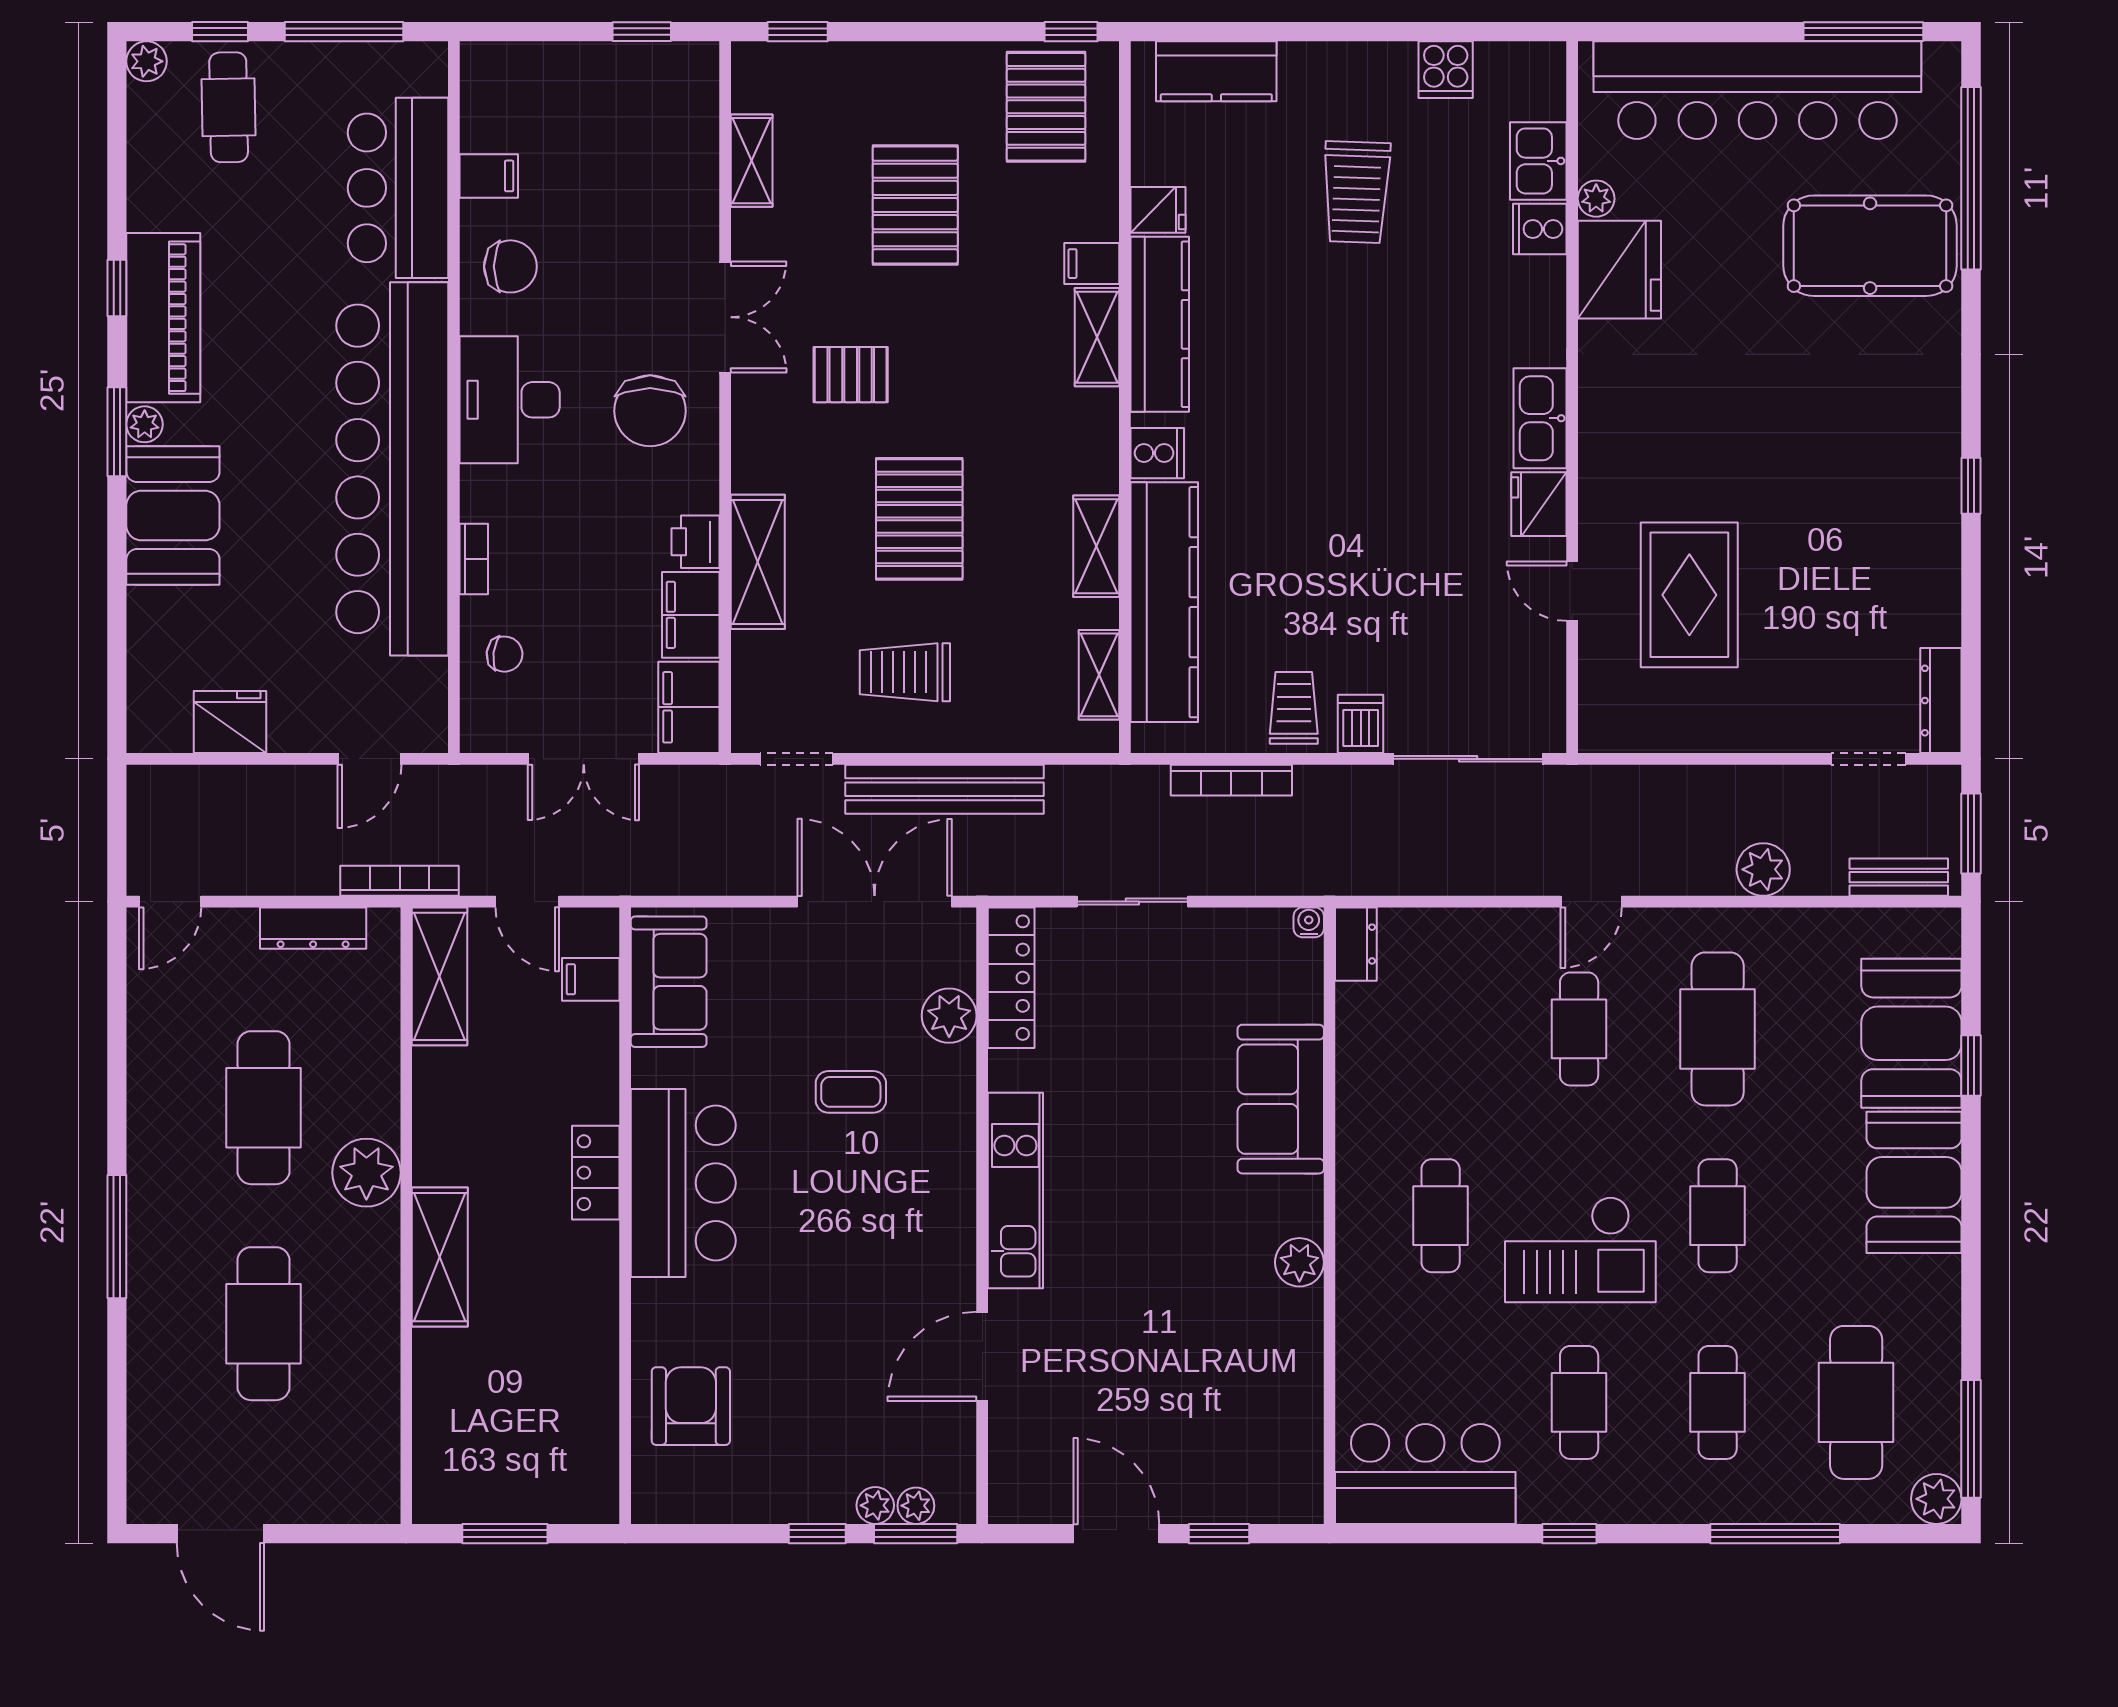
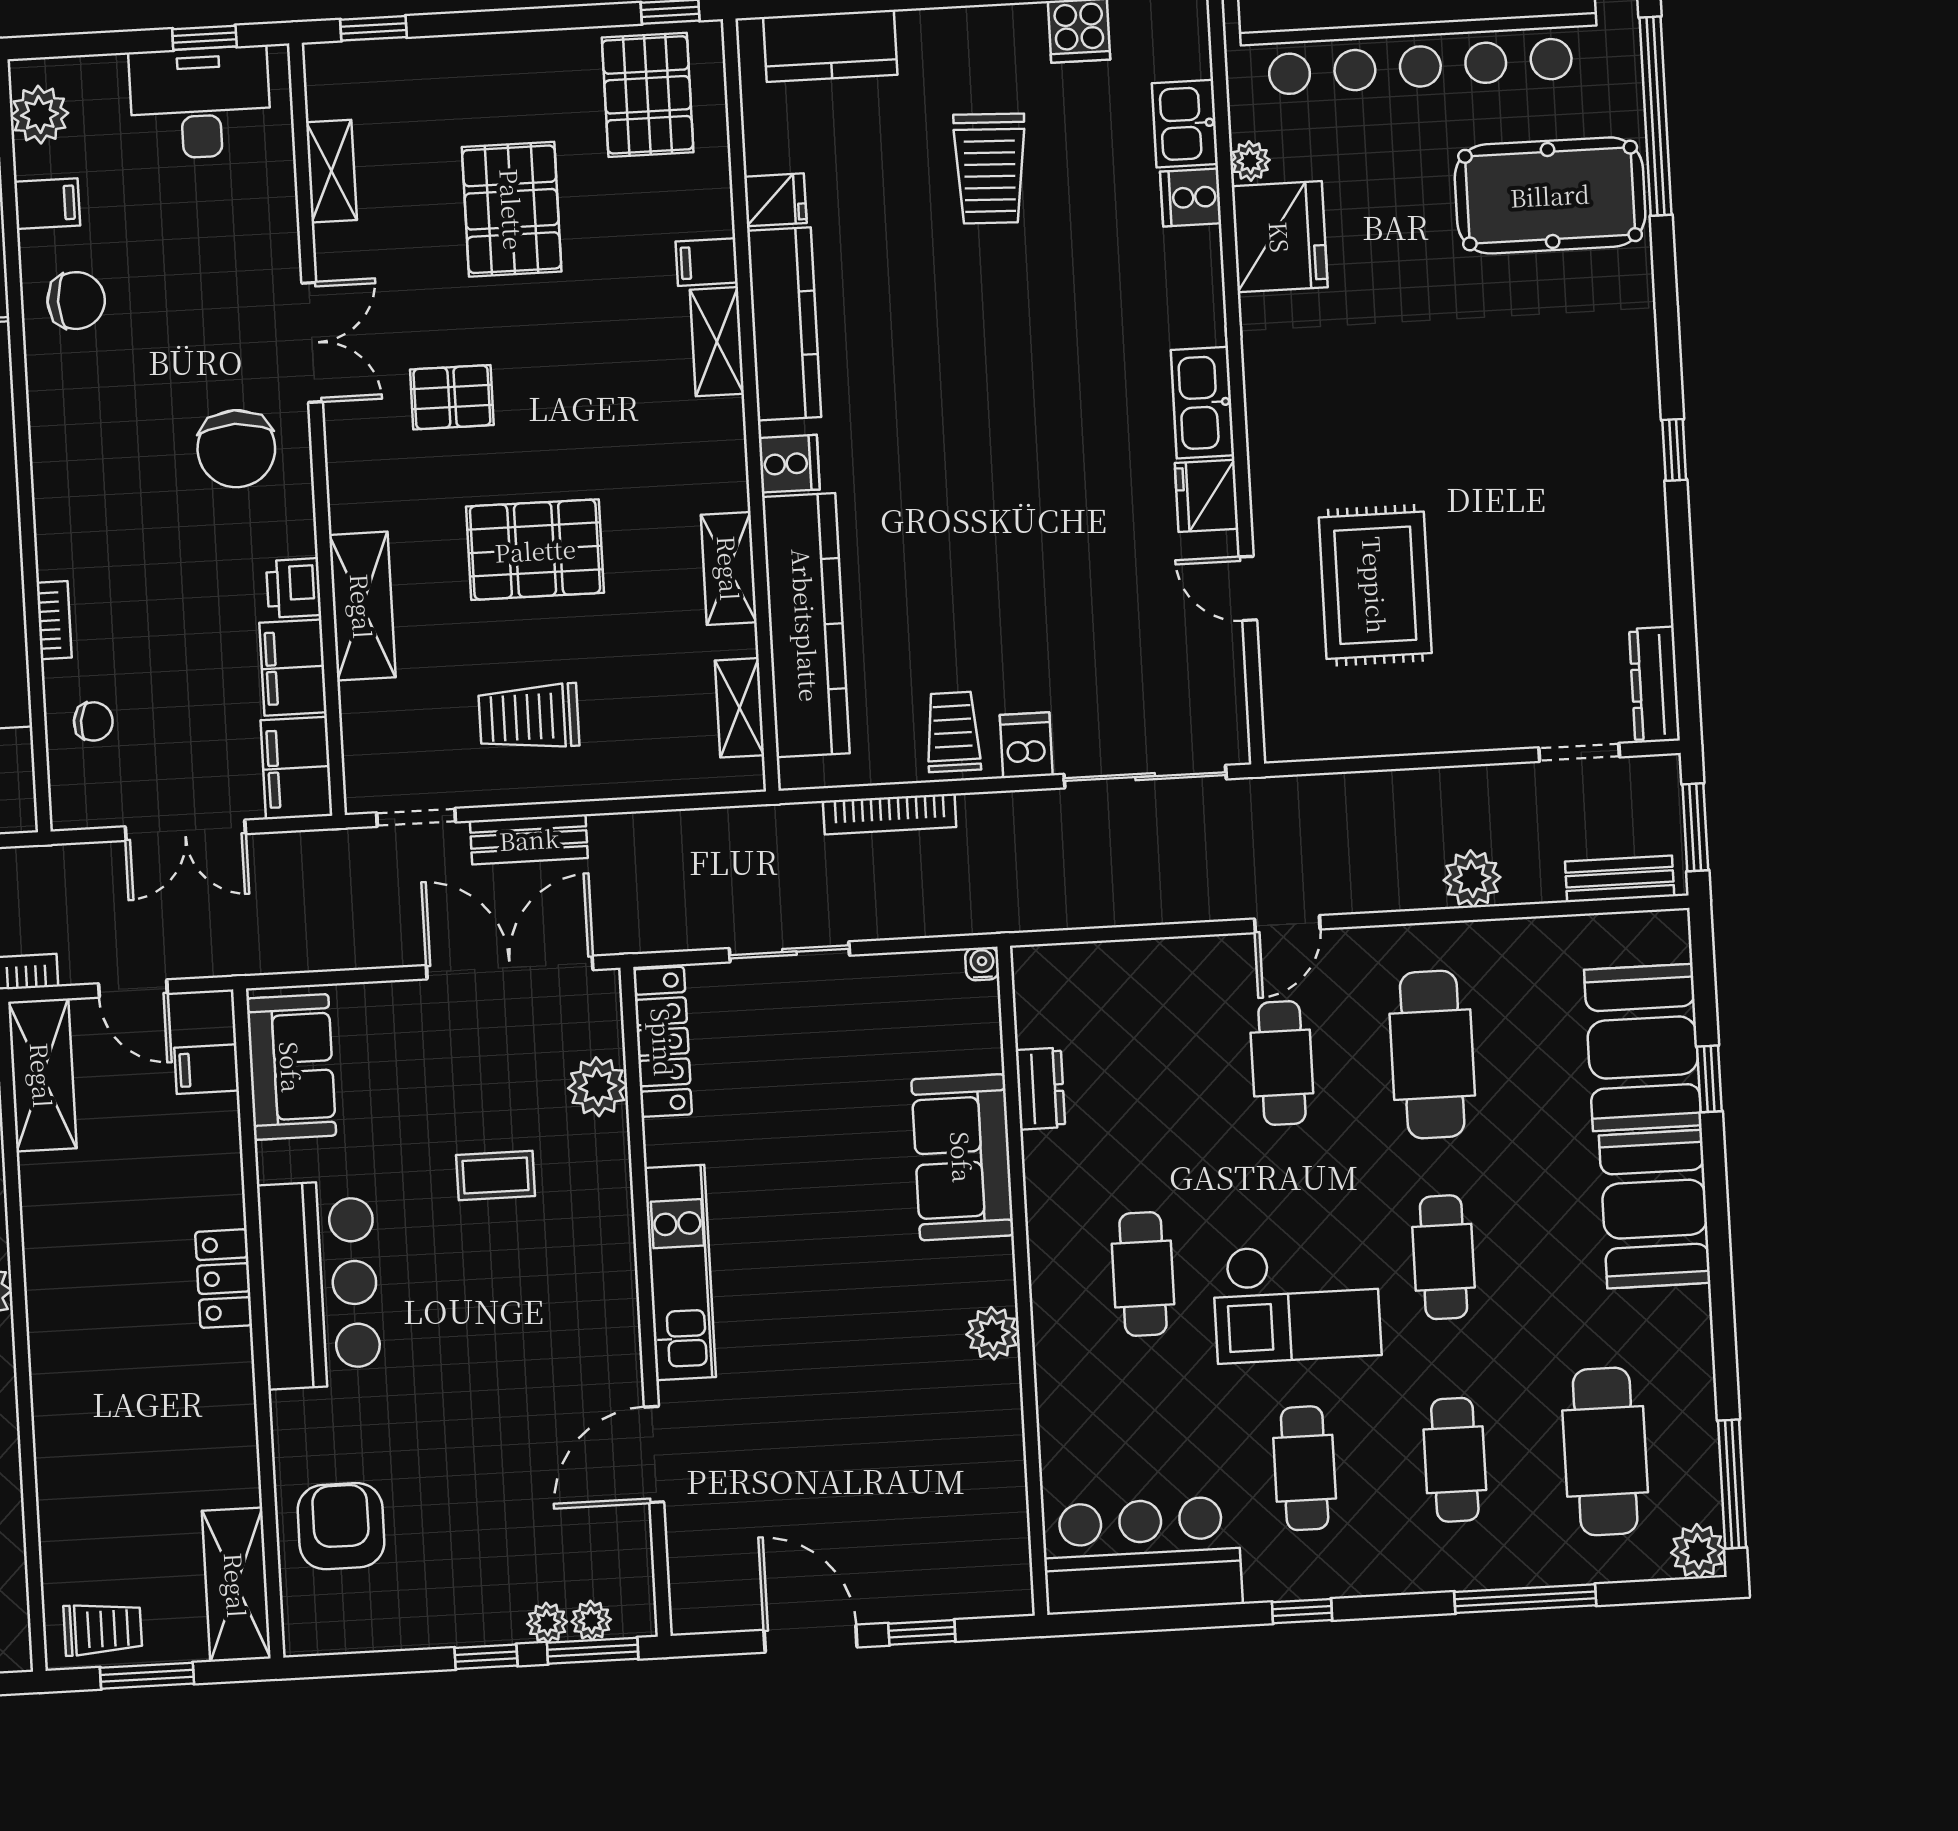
plant: (486, 94) -> (39, 115), added
desk: (510, 400) -> (200, 103), moved, turned 90
pallet: (919, 519) -> (535, 550), turned 90
bench: (945, 789) -> (529, 839), width x0.54, depth x0.82
dresser: (1356, 944) -> (1040, 1089), moved
shelving: (440, 1257) -> (236, 1585), moved
trolley: (467, 1488) -> (103, 1629), added

